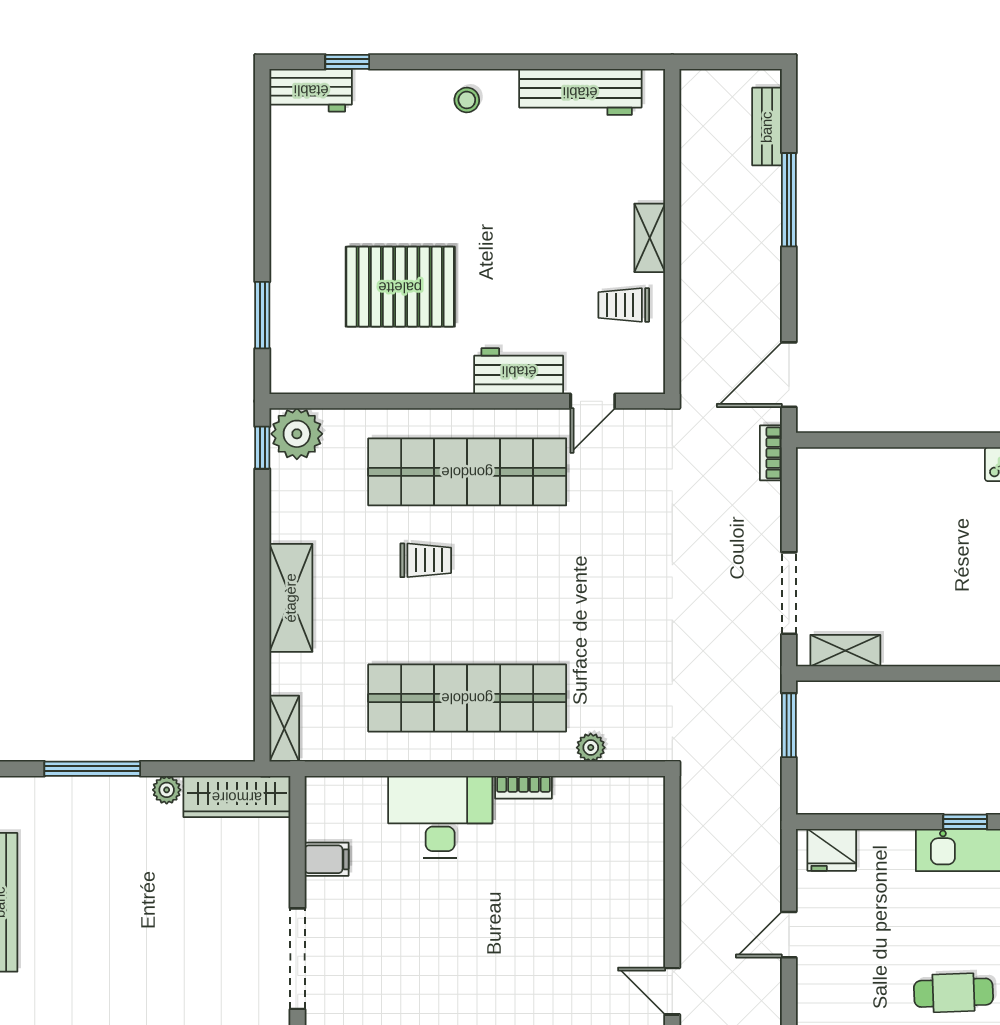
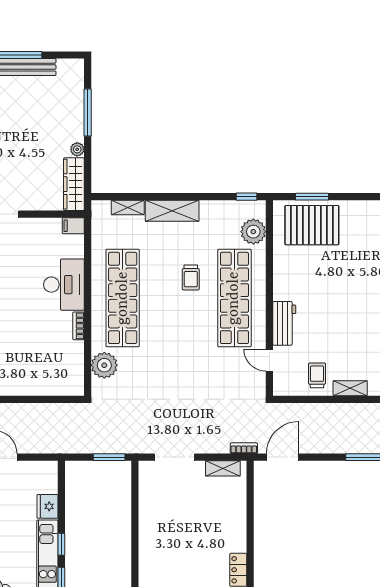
pallet: (400, 287) -> (312, 225), moved, turned 90
door: (789, 375) -> (283, 457), hinge flipped
plant: (297, 434) -> (253, 232), moved
shelving: (845, 651) -> (223, 468), moved, turned 90
shelving: (284, 729) -> (128, 207), moved
plant: (591, 748) -> (104, 365), width x1.87, depth x1.87
fridge: (832, 850) -> (48, 506), moved
filing cabinet: (327, 859) -> (73, 226), moved, turned 90

